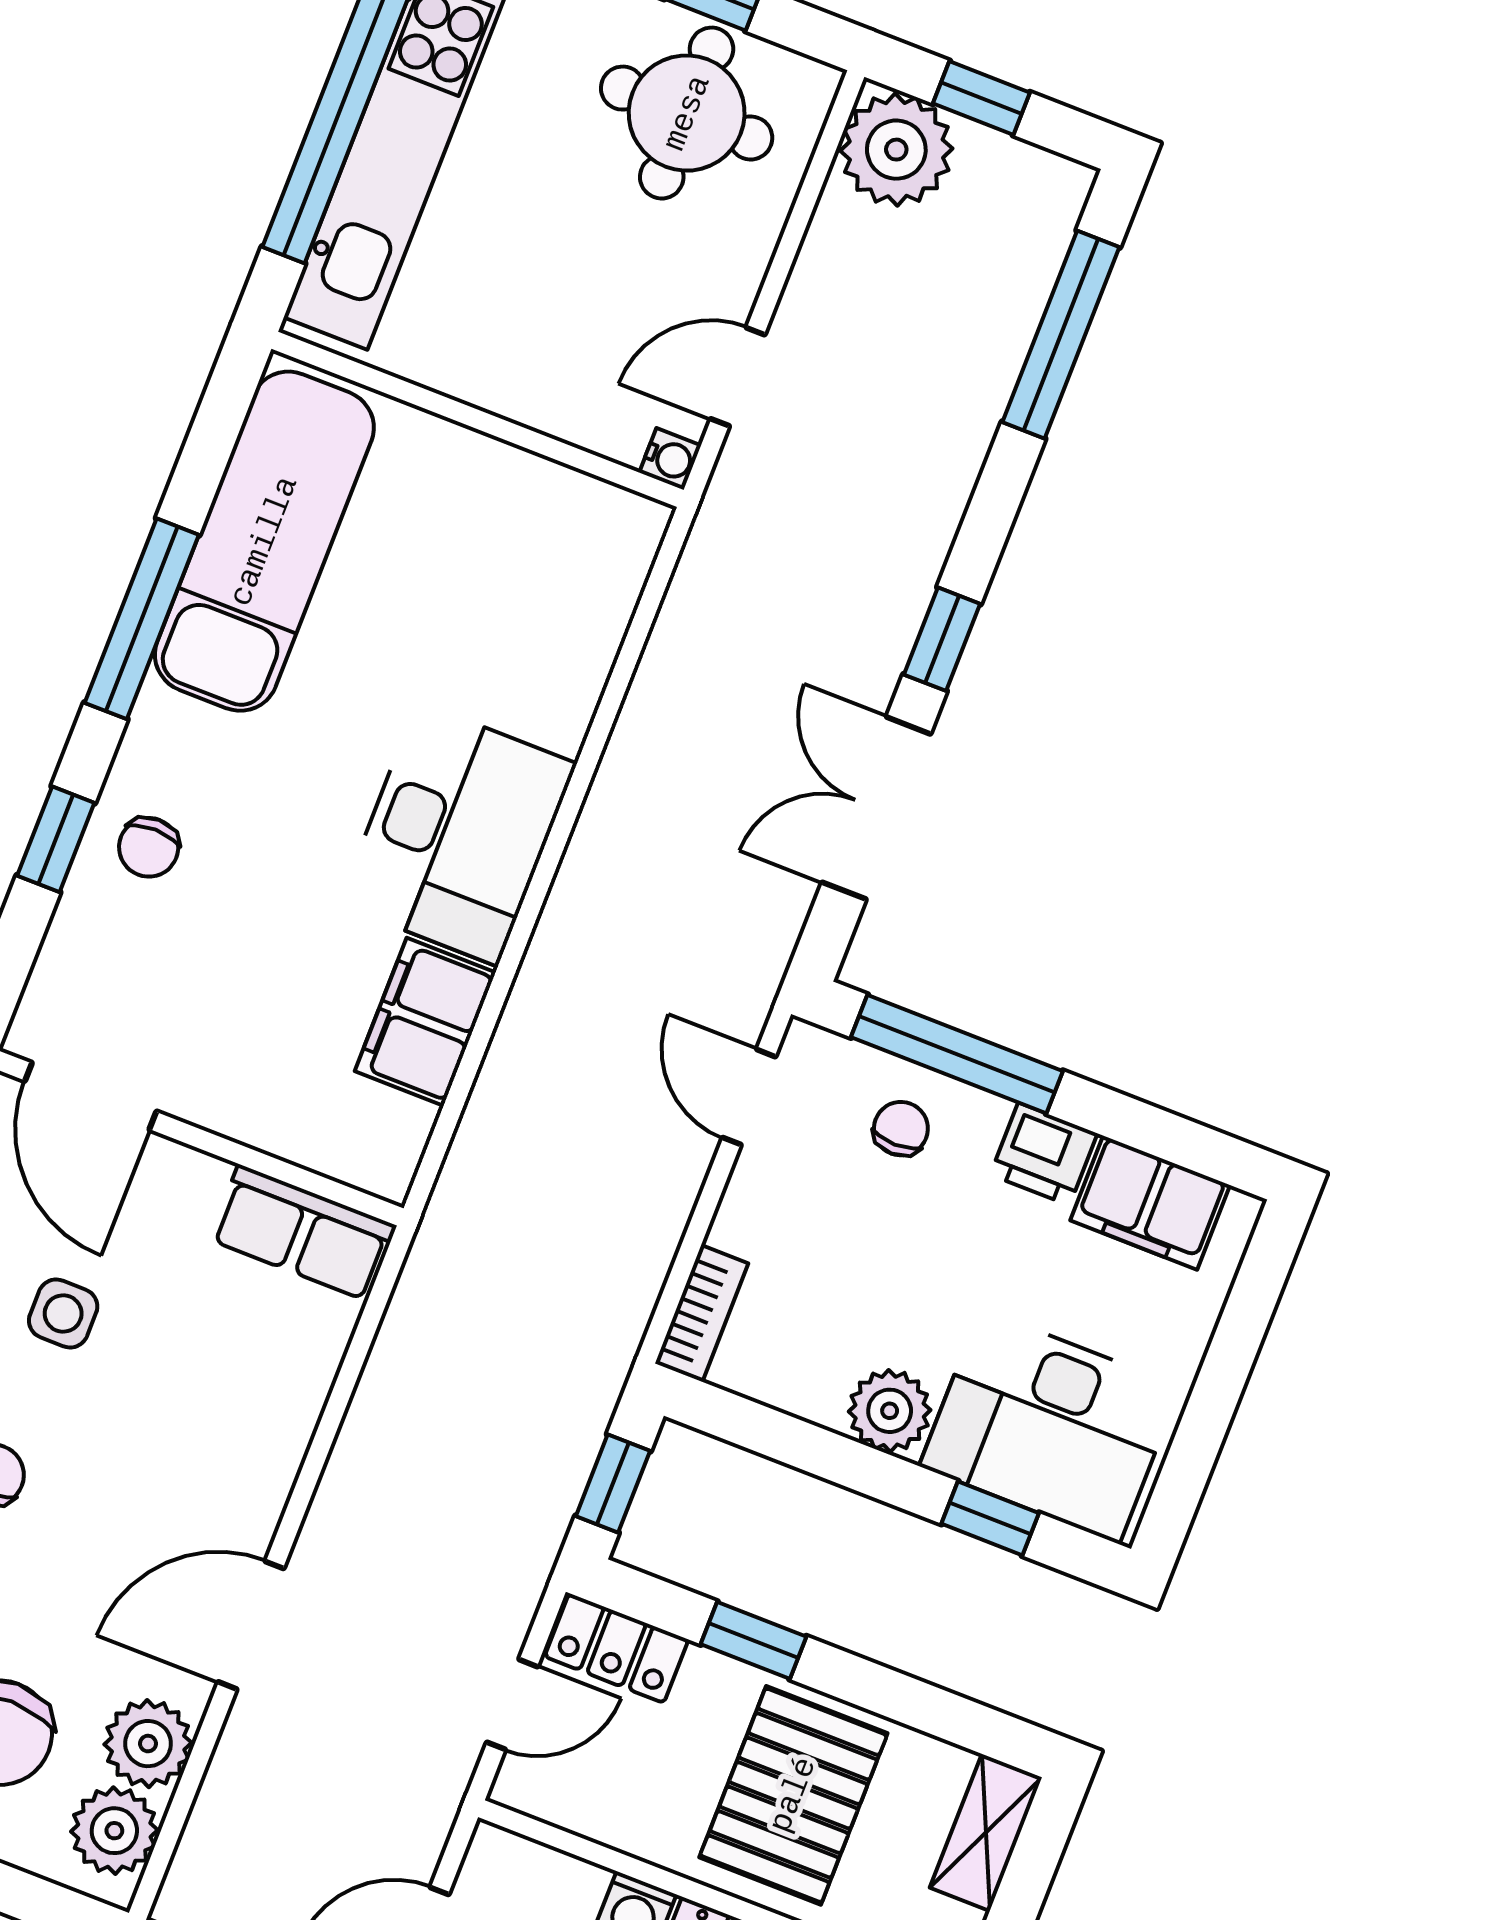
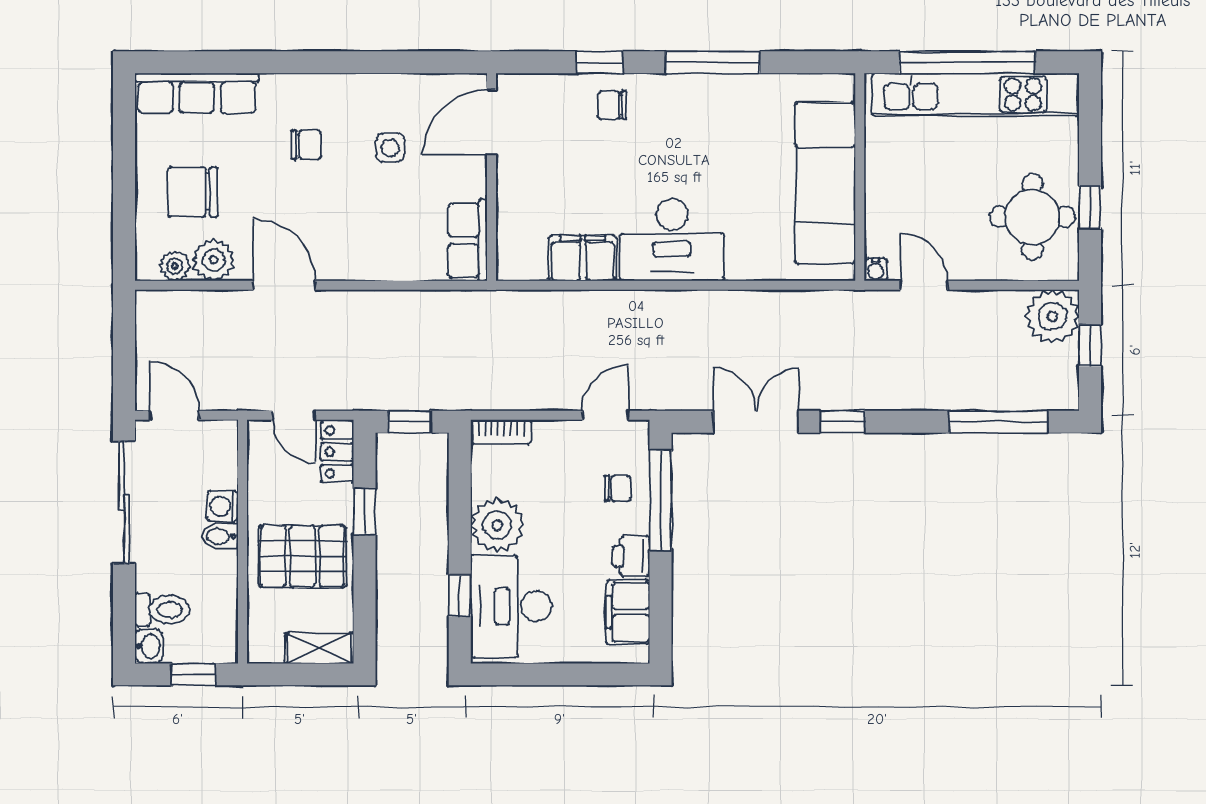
exam couch: (264, 541) -> (825, 183), moved, turned 90
plant: (890, 1411) -> (497, 525), width x1.36, depth x1.36
plant: (114, 1831) -> (175, 266), width x0.73, depth x0.73

